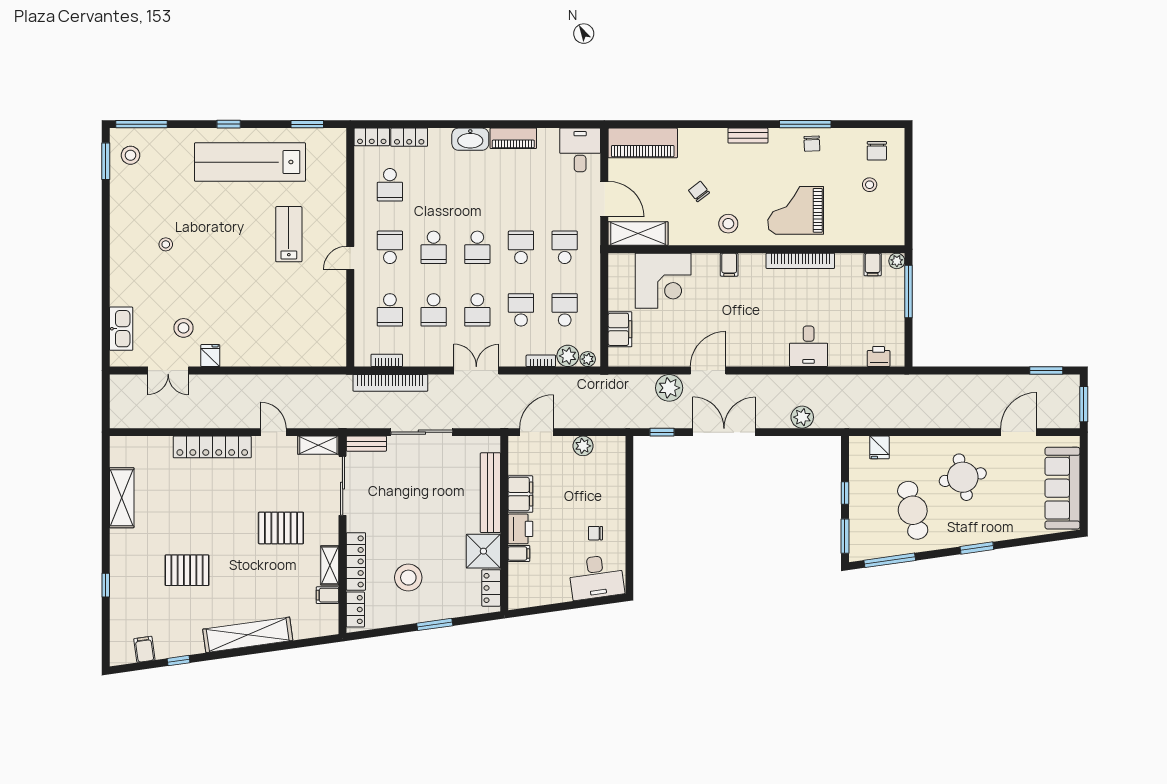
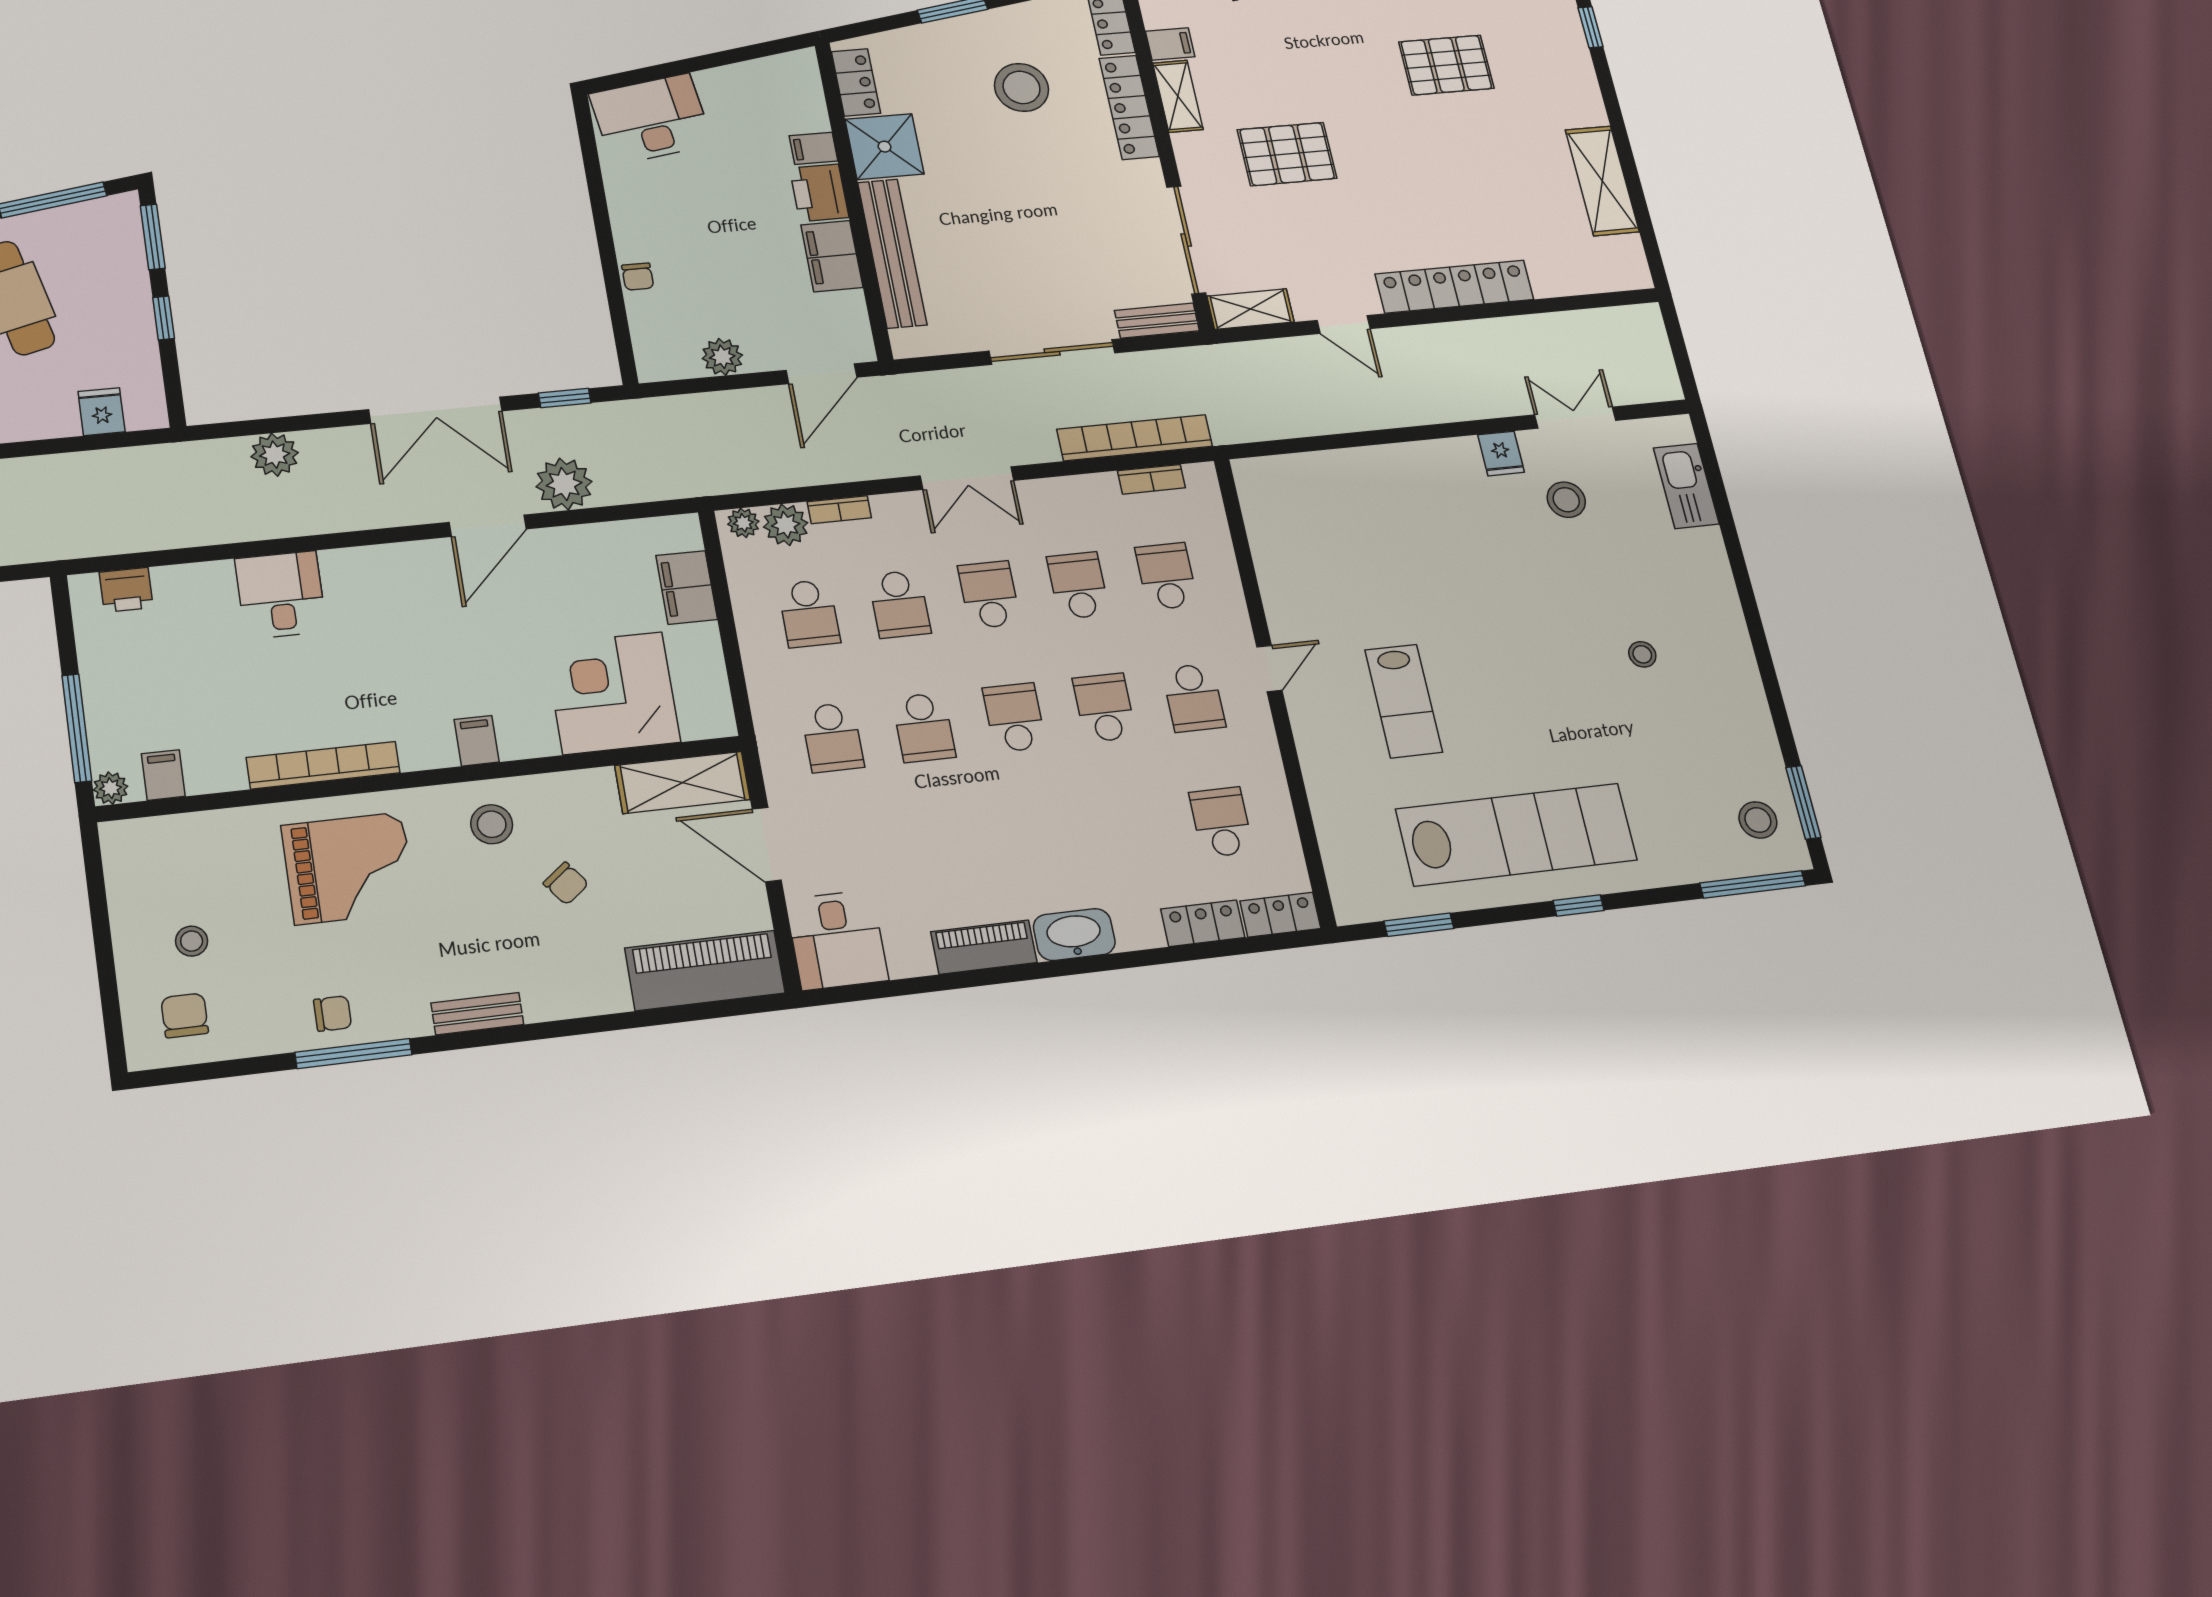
chair: (812, 144) -> (333, 1014), turned 92
chair: (595, 533) -> (638, 277), moved, turned 90

